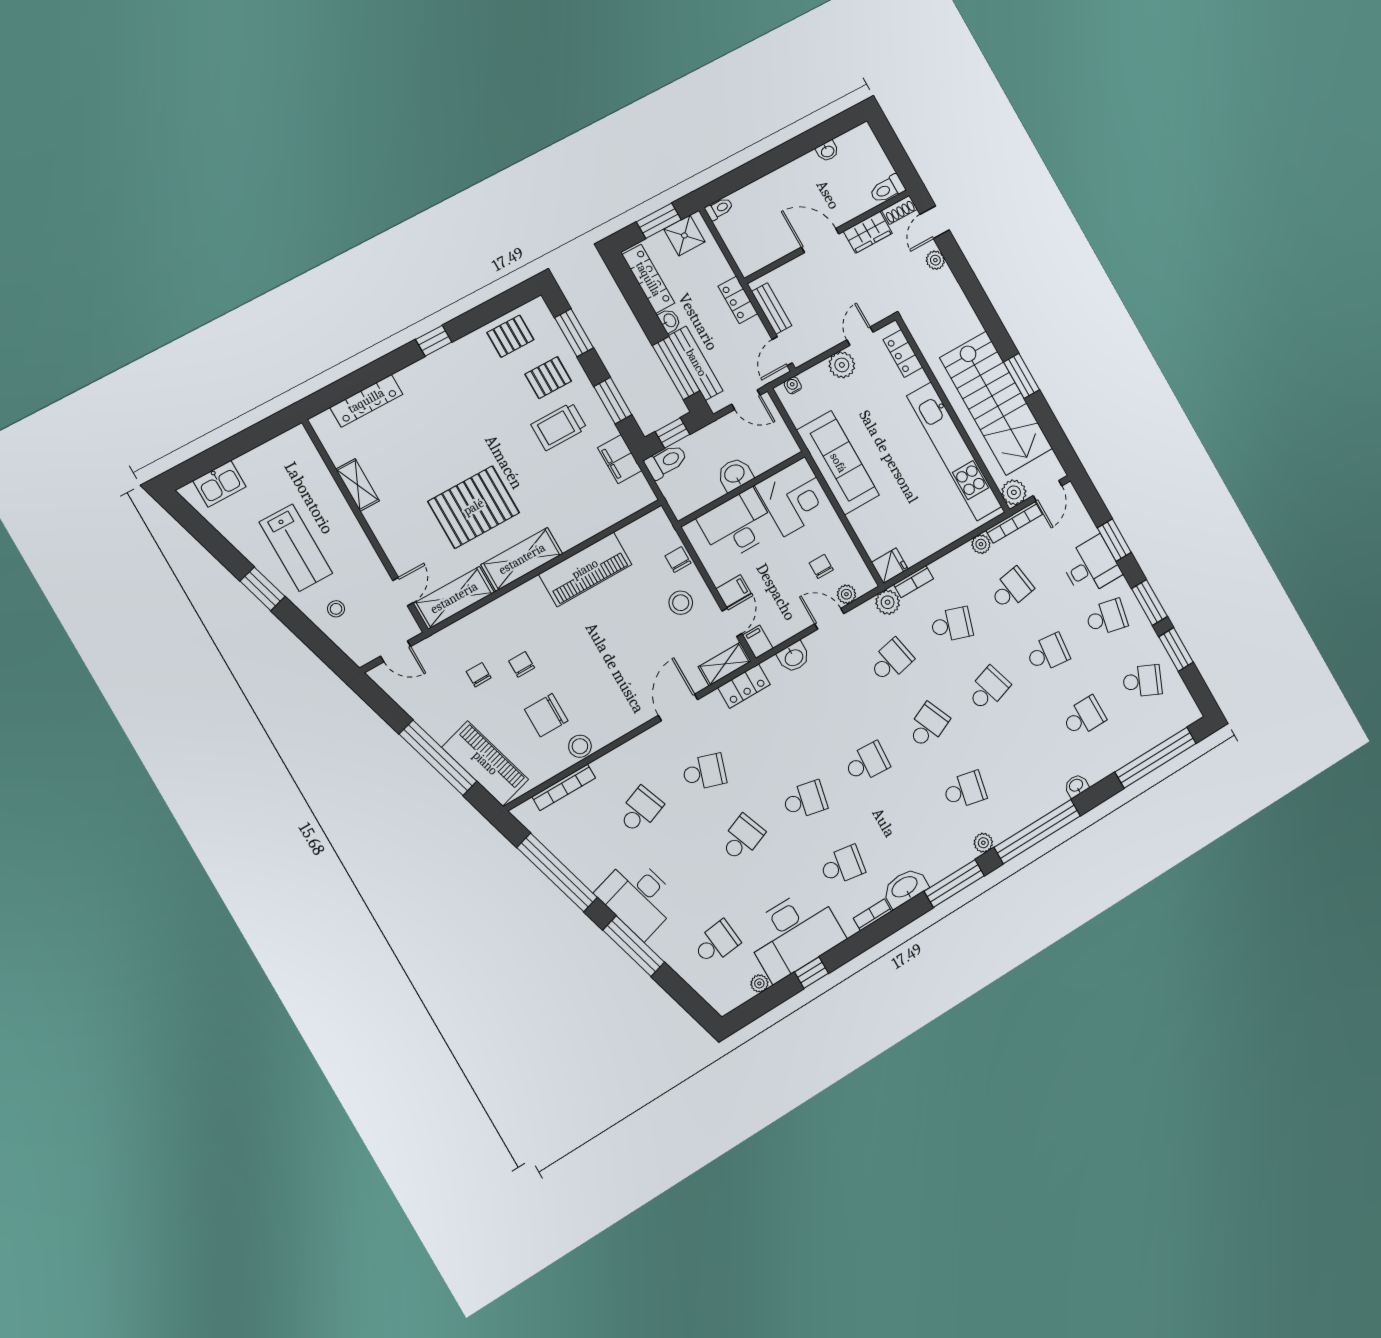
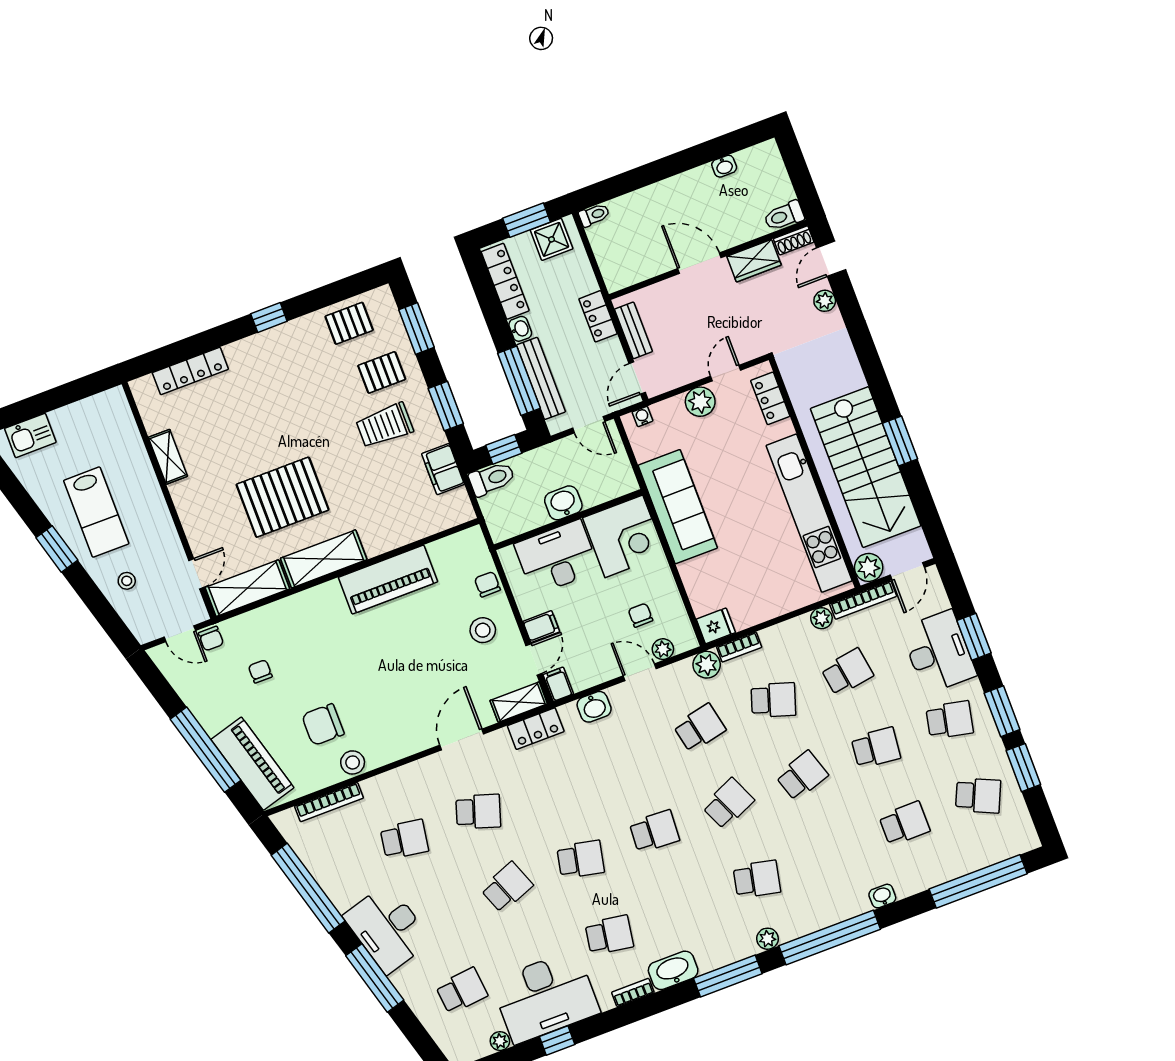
desk: (1091, 566) -> (938, 652), width x1.37
chair: (522, 664) -> (211, 639), moved, turned 180
school desk: (640, 810) -> (404, 839), turned 30

